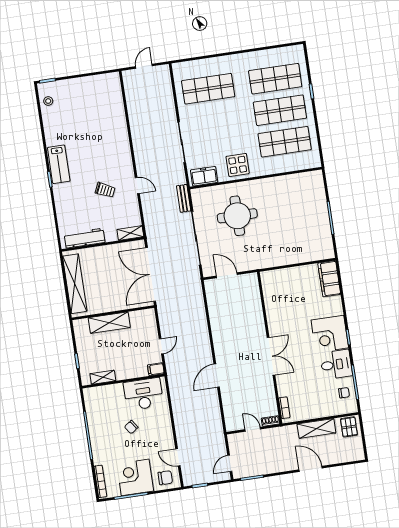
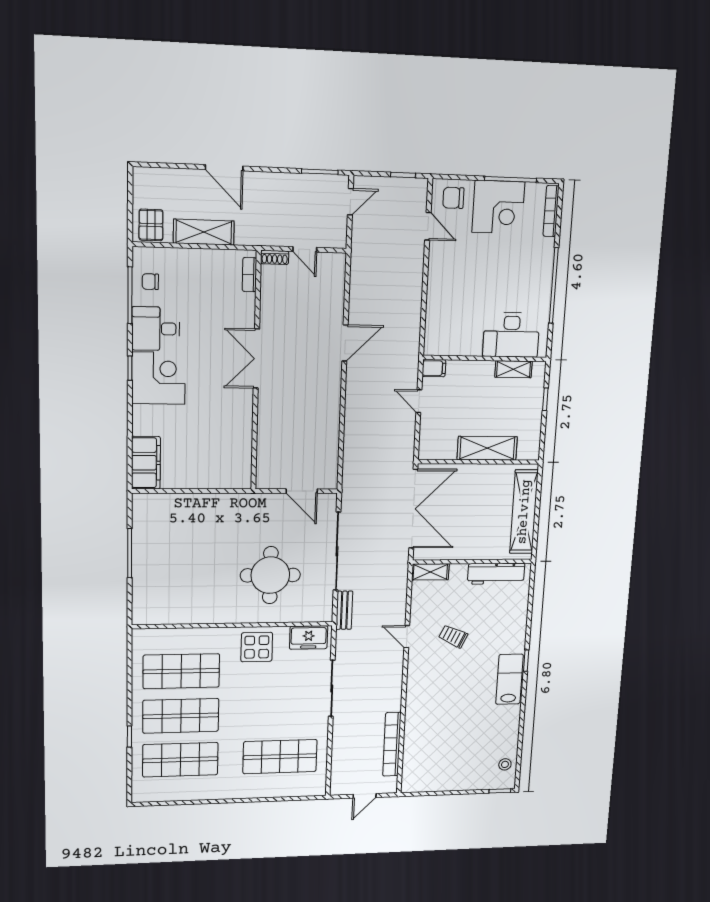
bookcase: (132, 107) -> (392, 744), added
door: (161, 346) -> (419, 401), hinge flipped
desk: (143, 394) -> (511, 335), moved
chair: (131, 427) -> (488, 287), removed

